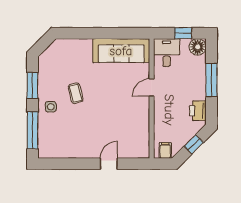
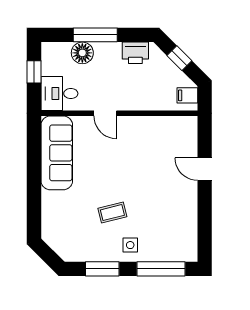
floor lamp: (198, 47) -> (82, 53), moved

